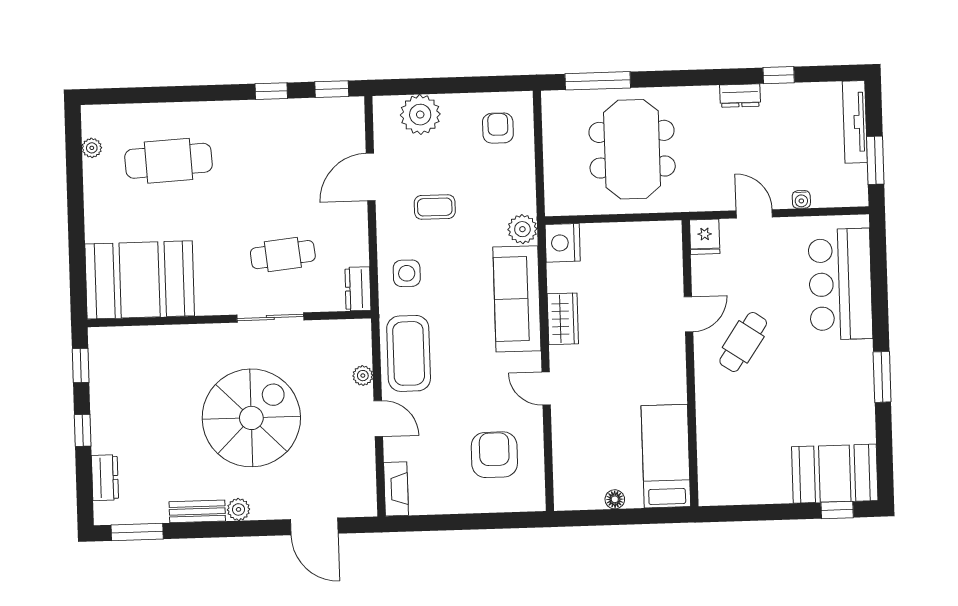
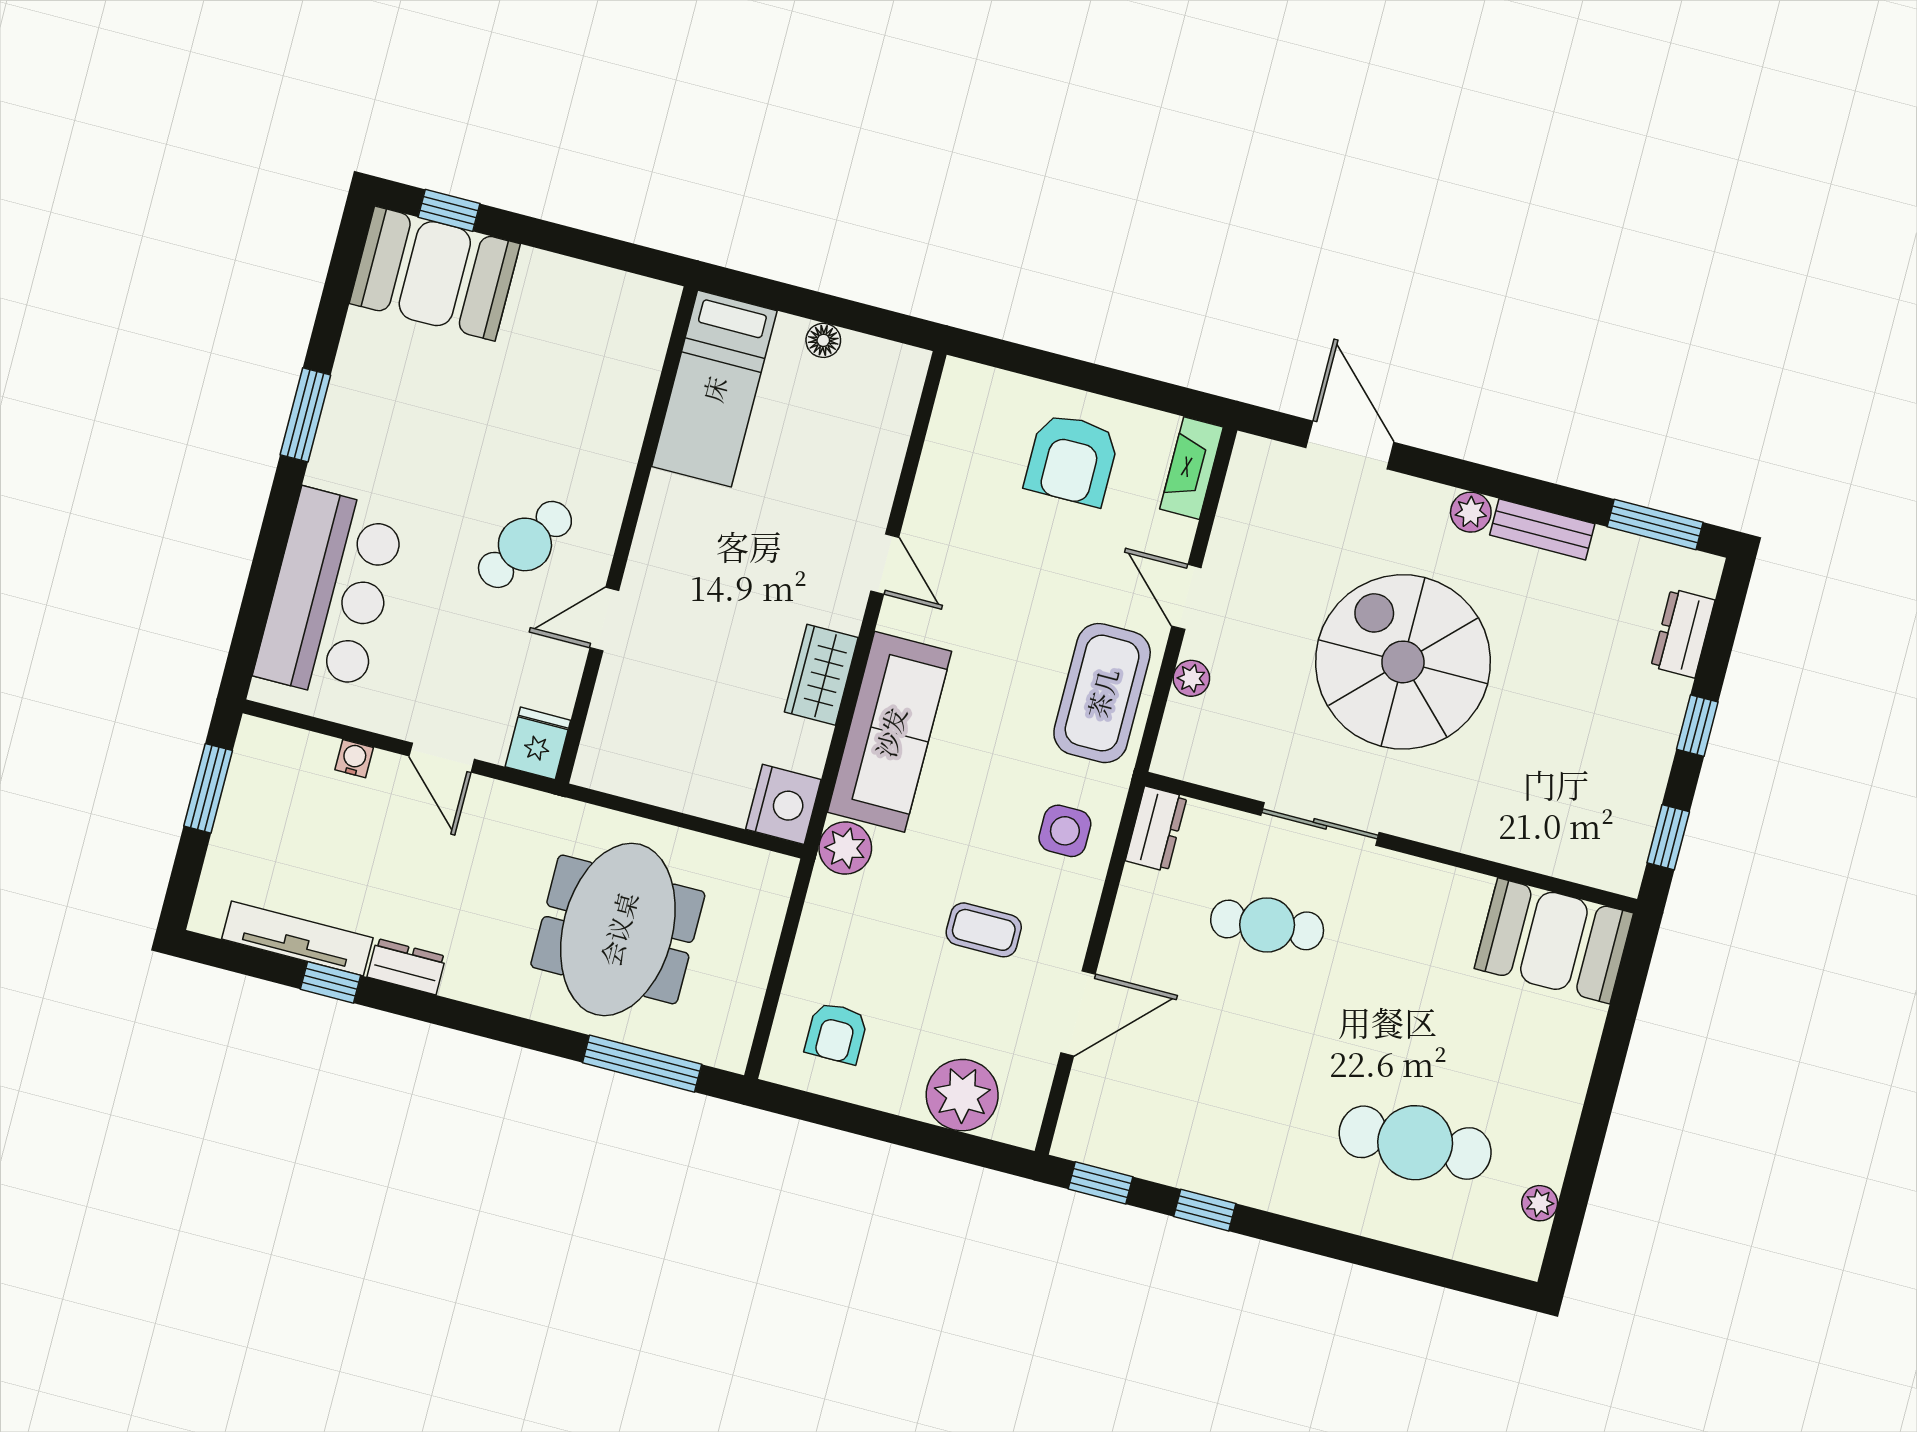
tv unit: (855, 122) -> (297, 938), moved, turned -90
booth: (140, 280) -> (1554, 941), width x0.73, depth x0.70
spiral stairs: (251, 418) -> (1403, 662), turned 90
armchair: (494, 455) -> (1072, 459), moved

